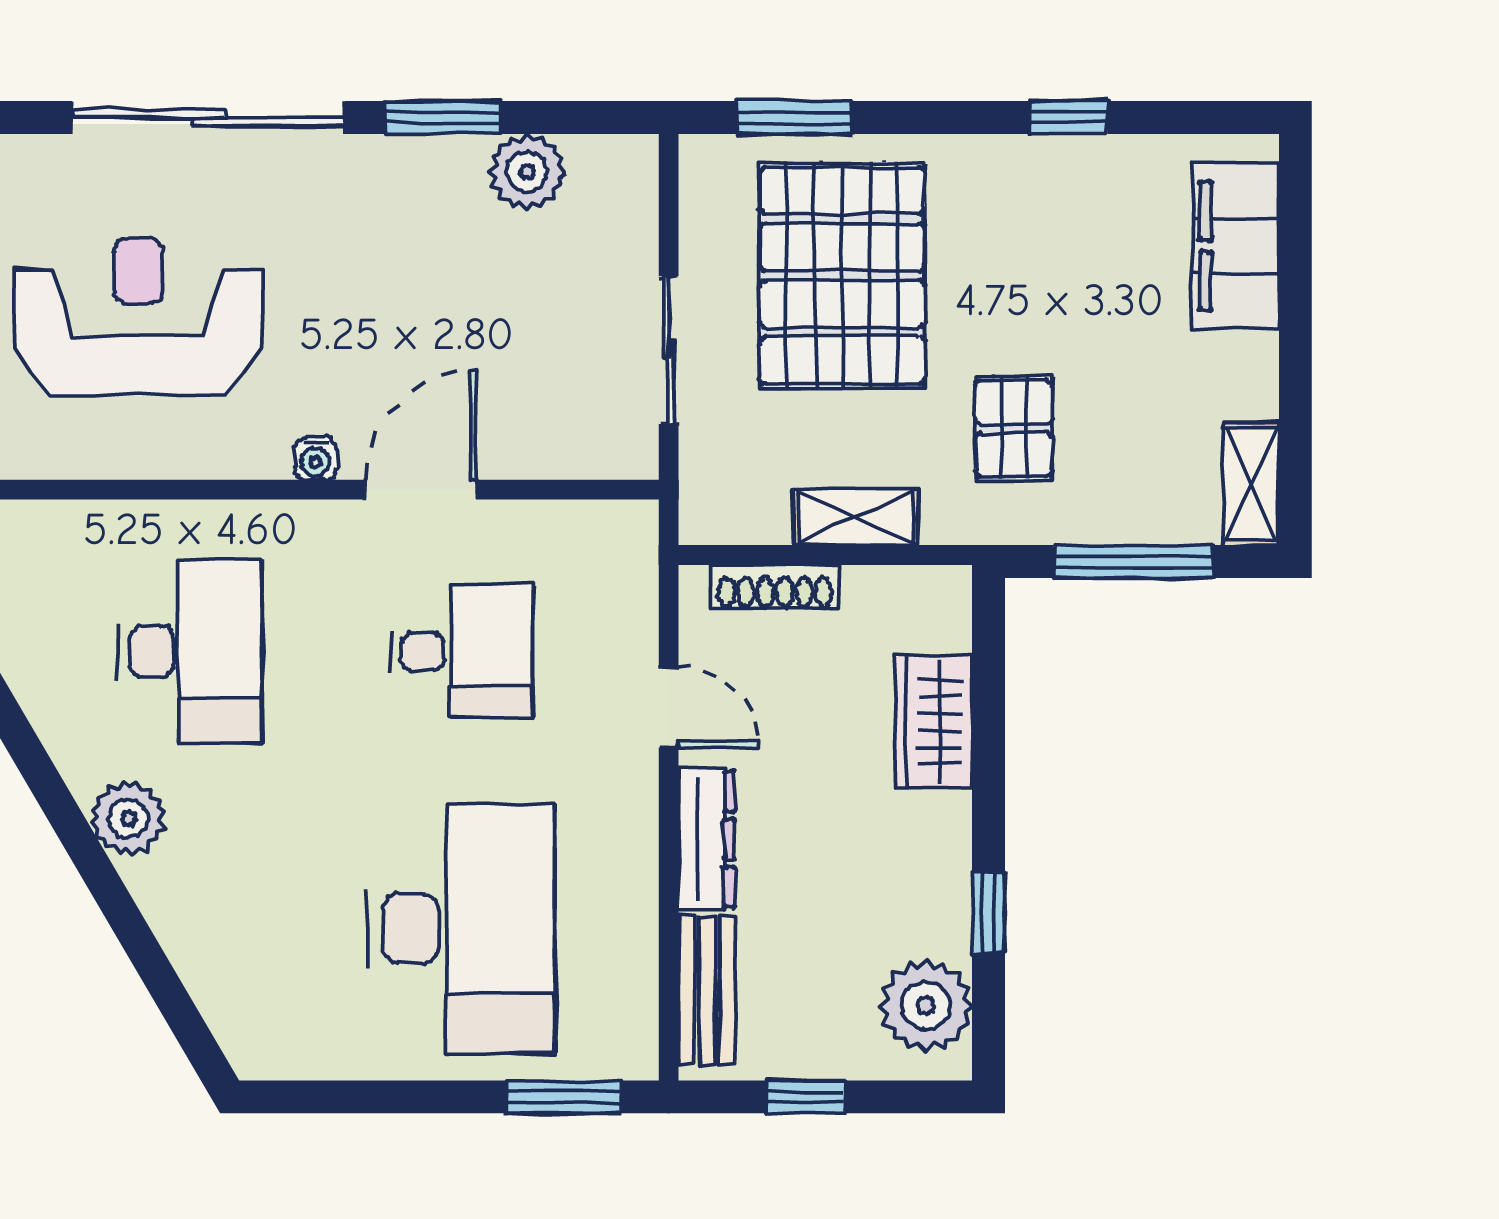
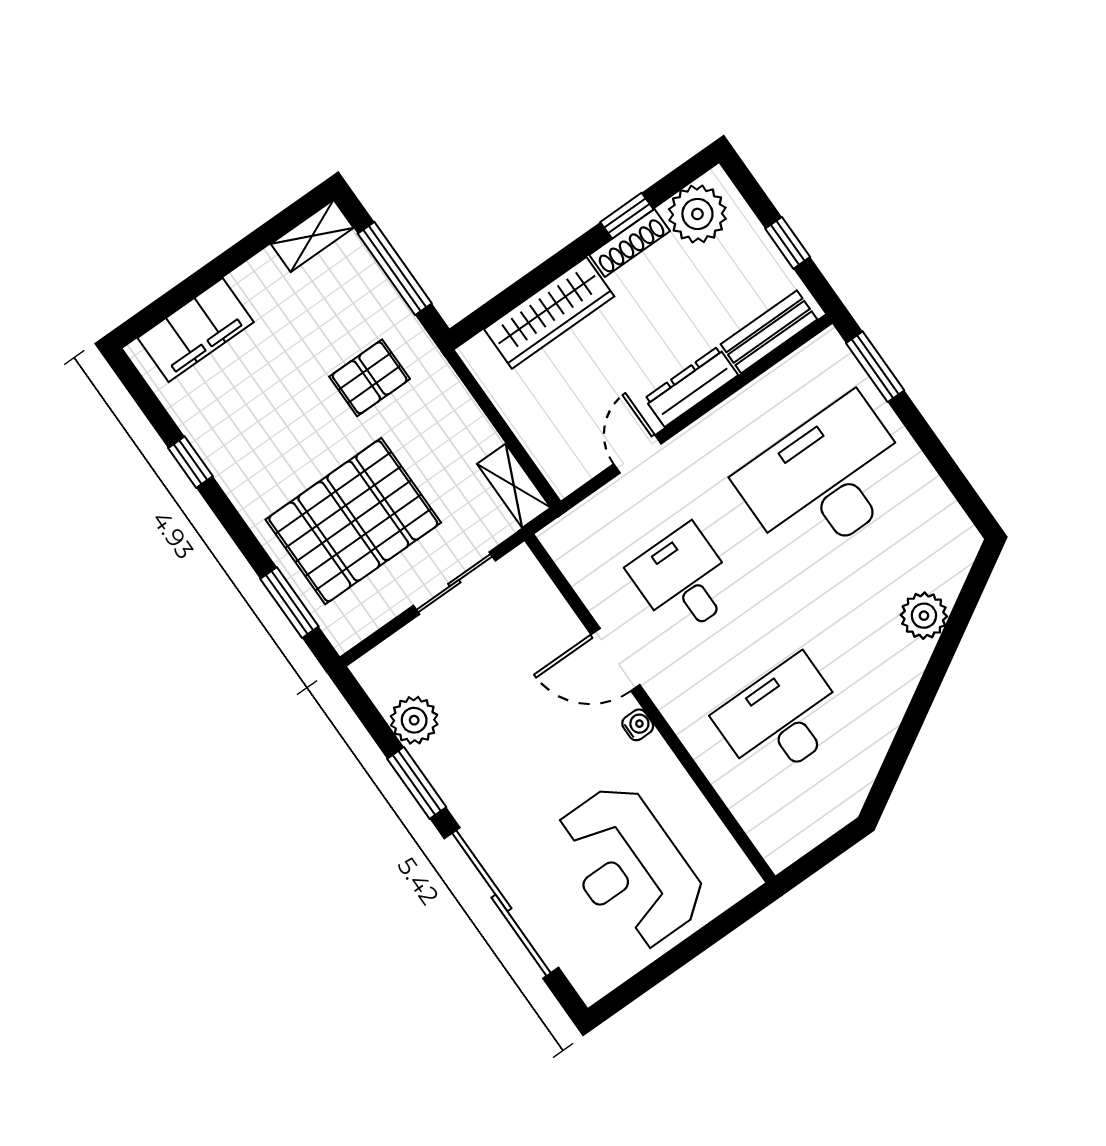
shelving: (856, 517) -> (514, 486), moved
shoe rack: (775, 586) -> (630, 243), moved, turned 90
wardrobe: (934, 722) -> (549, 313), width x1.50
plant: (128, 818) -> (924, 616), moved

